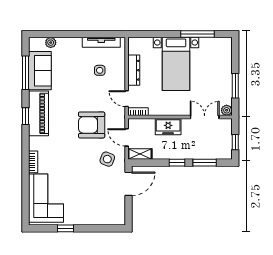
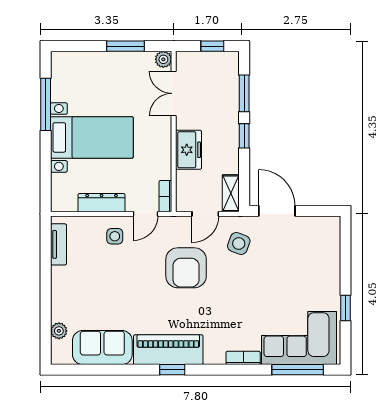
tv unit: (101, 42) -> (59, 244), width x0.71
side table: (100, 70) -> (115, 236), moved
window: (26, 73) -> (298, 370), moved

